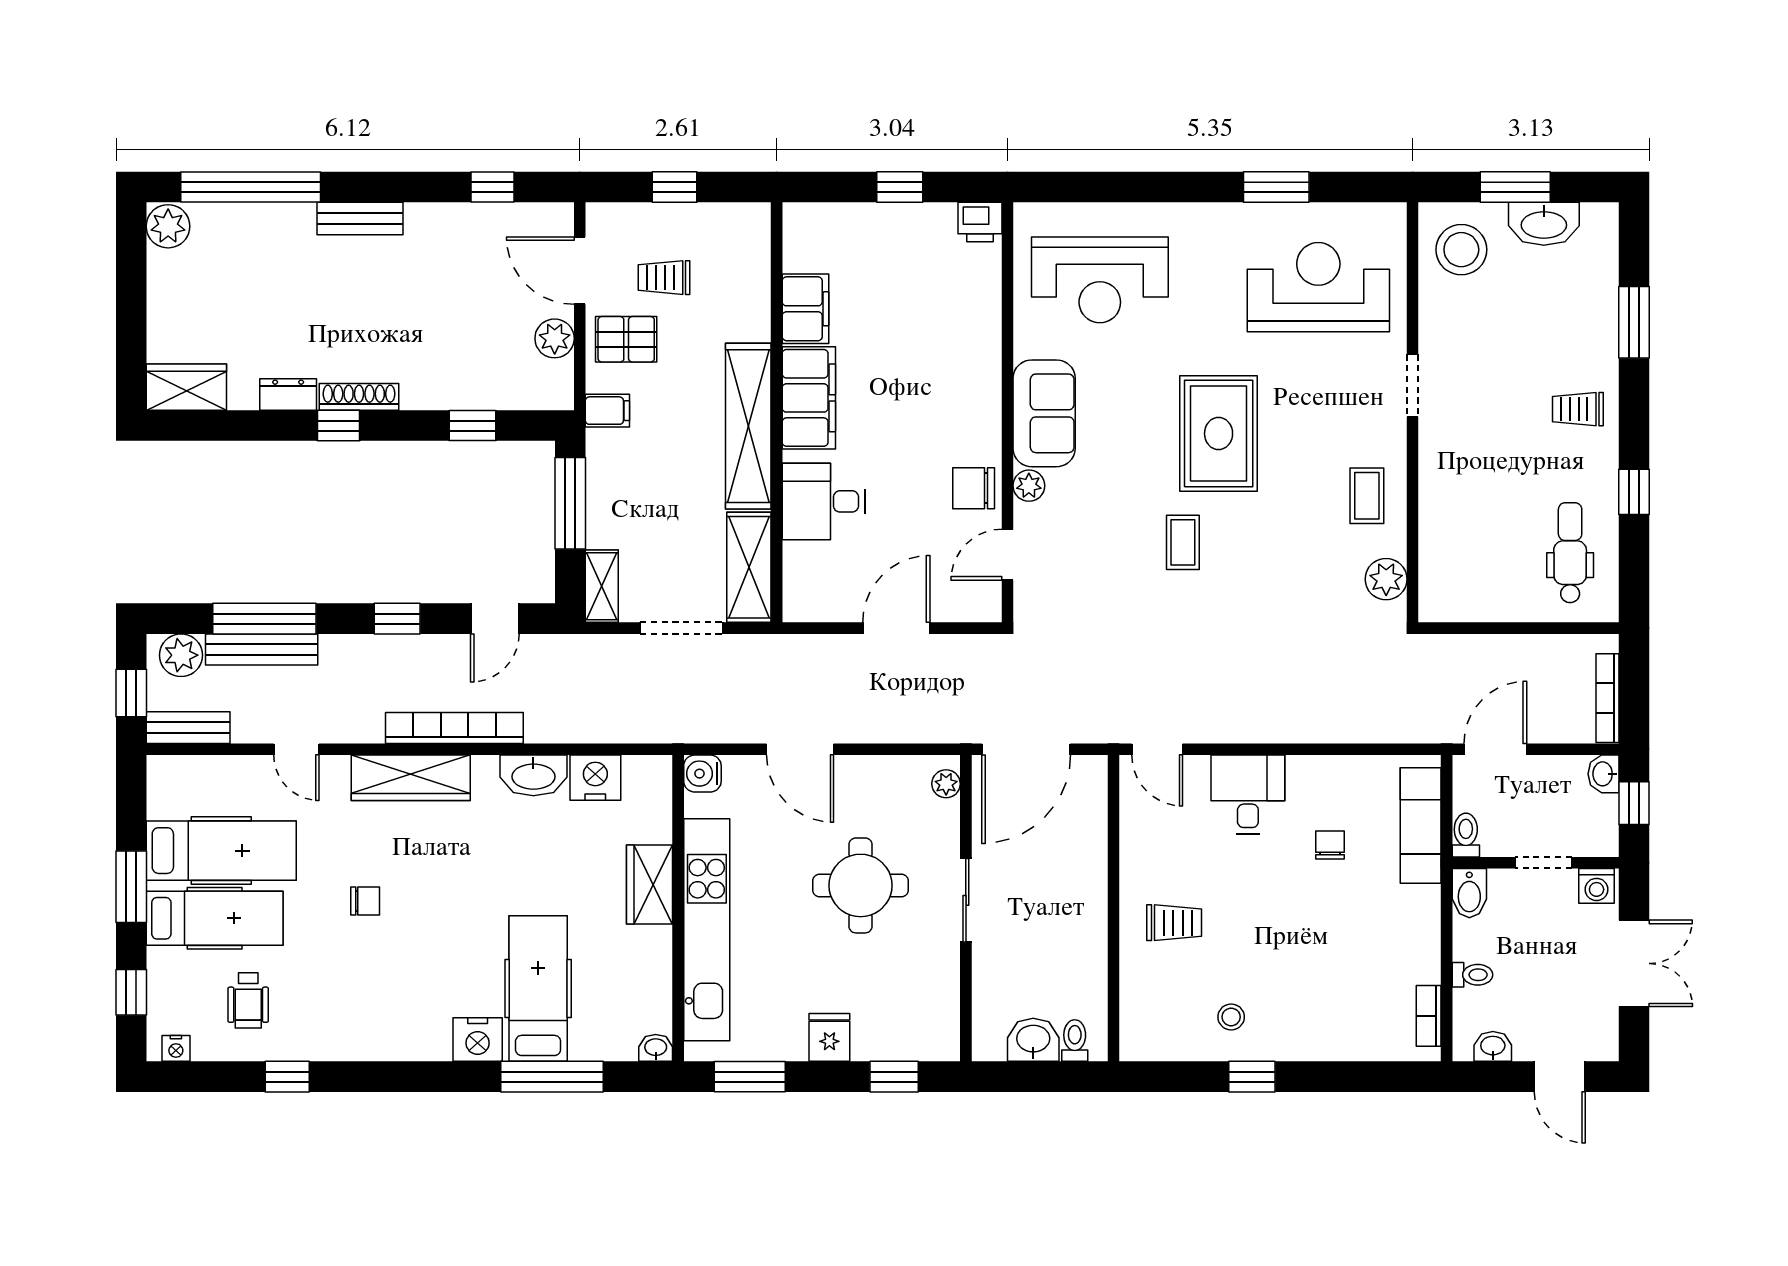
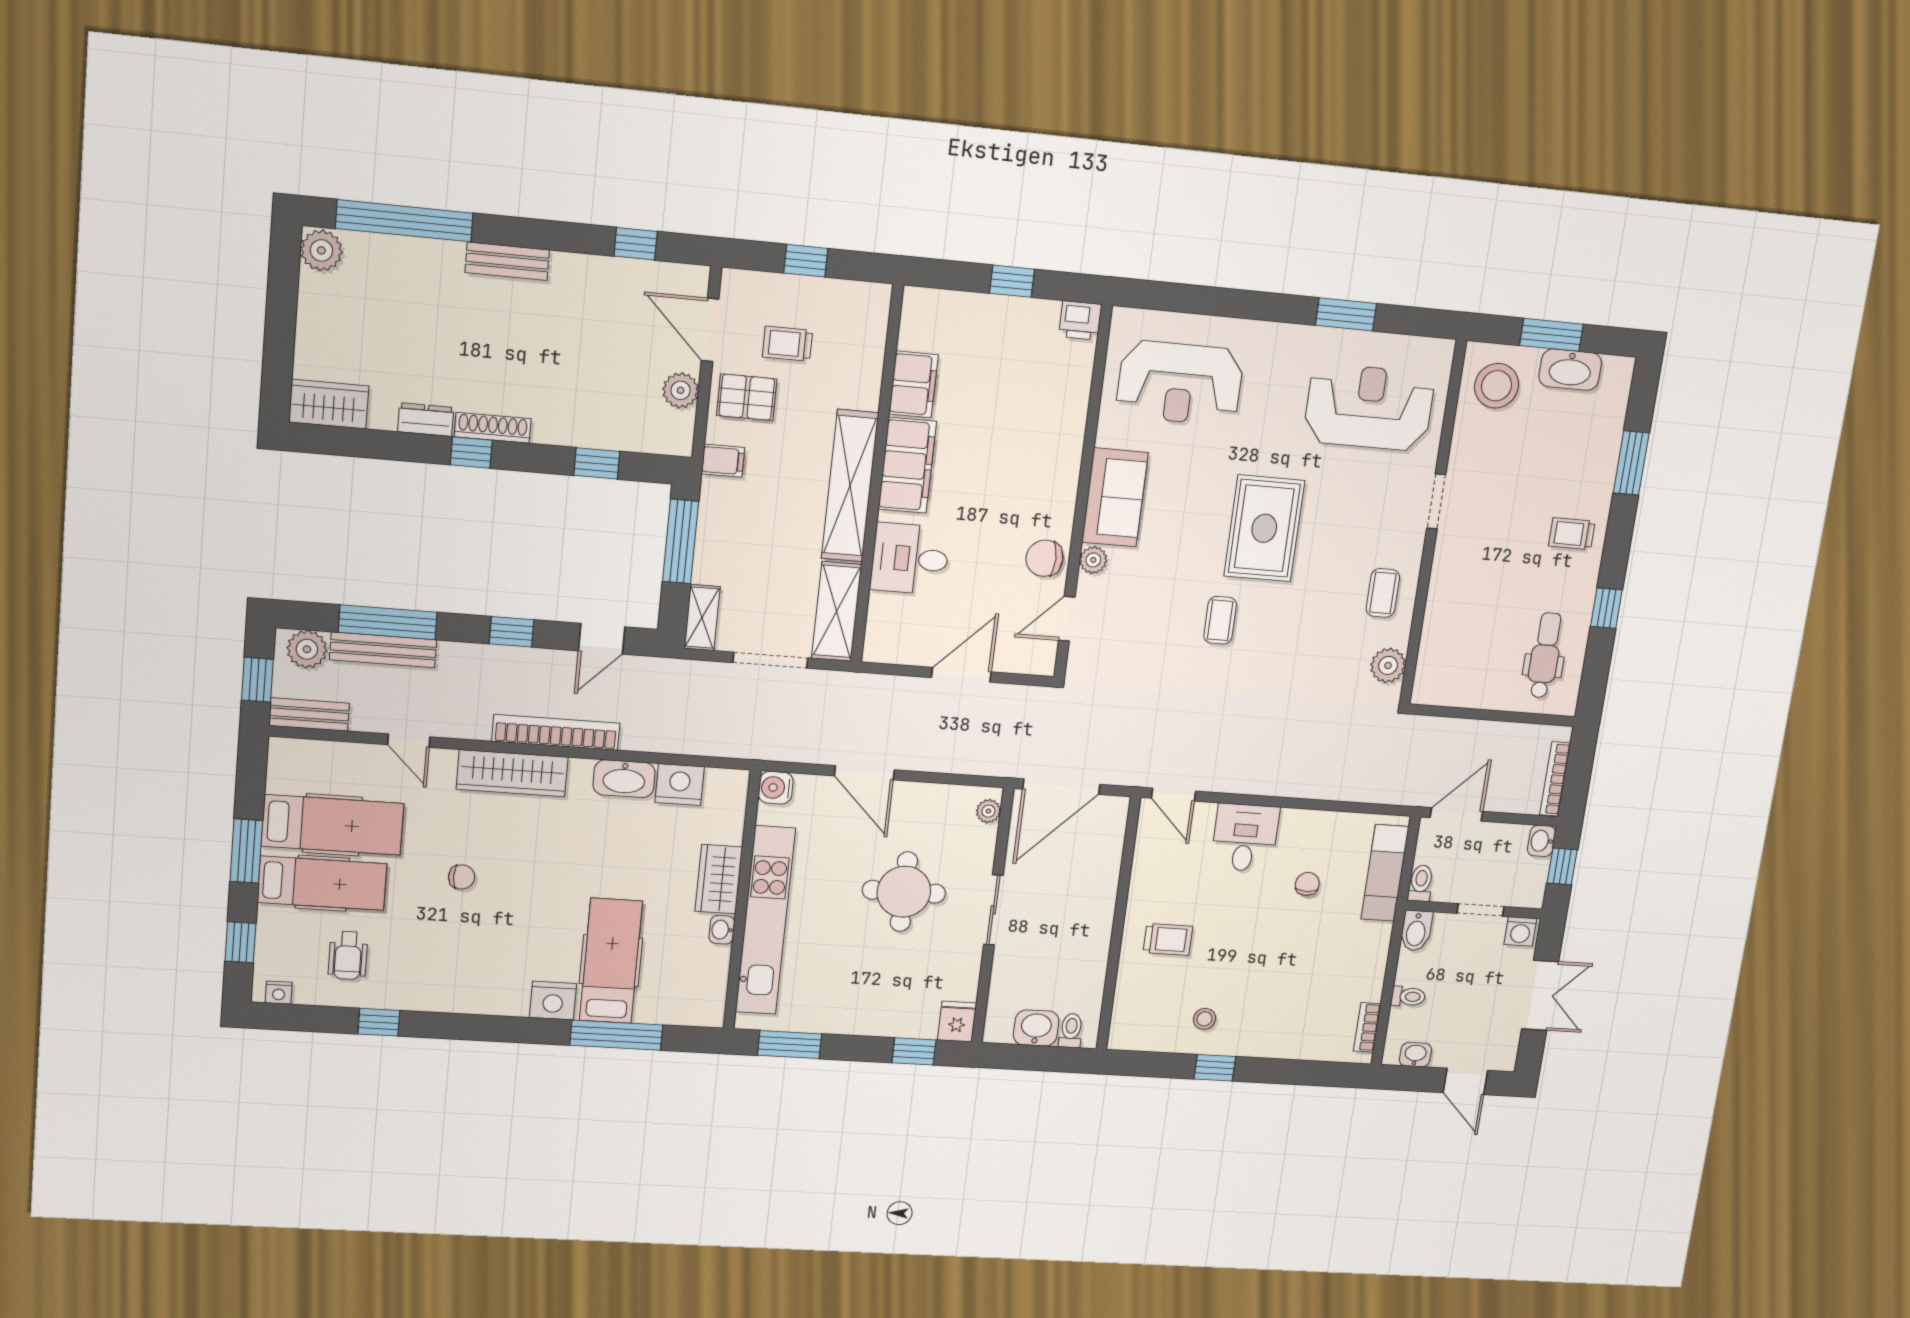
fridge: (829, 1037) -> (957, 1022), moved
washbasin: (656, 1048) -> (722, 930), moved, turned -90

